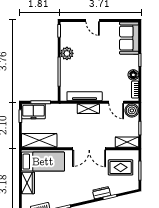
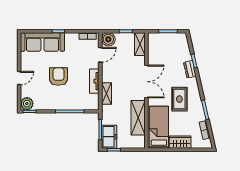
sofa: (129, 38) -> (42, 42), width x1.36
plant: (67, 53) -> (27, 104), moved
armchair: (94, 60) -> (58, 77), added
floor lamp: (133, 75) -> (73, 38), removed
tv unit: (85, 96) -> (94, 81), width x0.71
shelving: (88, 109) -> (106, 94), moved
shelving: (39, 140) -> (138, 118), moved
rug: (121, 167) -> (179, 99), moved

